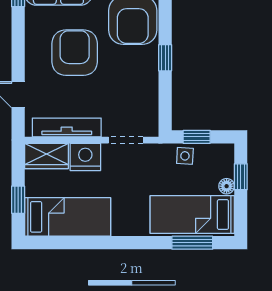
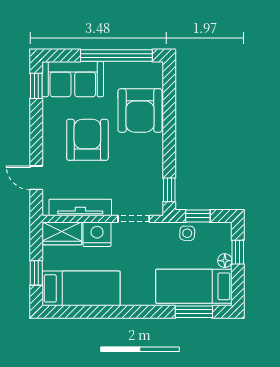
window: (165, 58) -> (169, 190), moved

